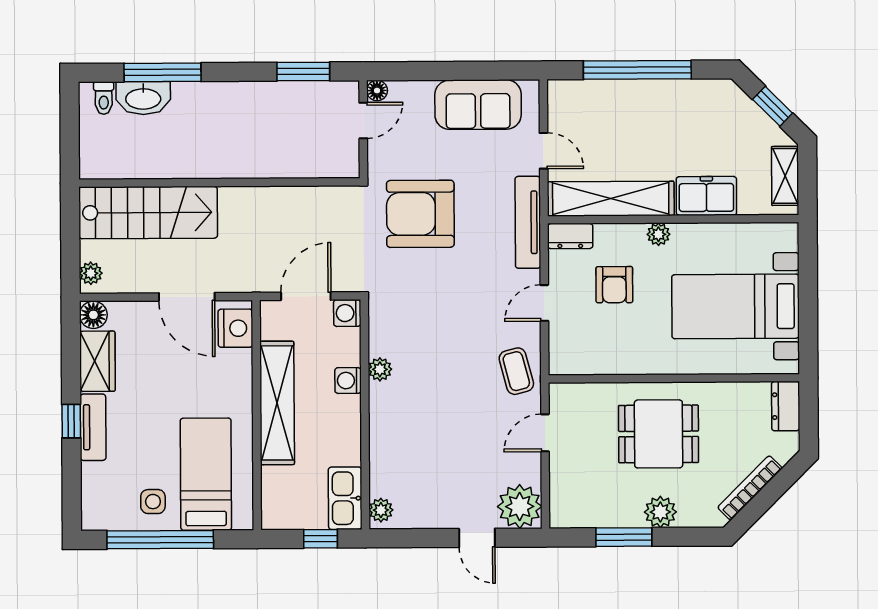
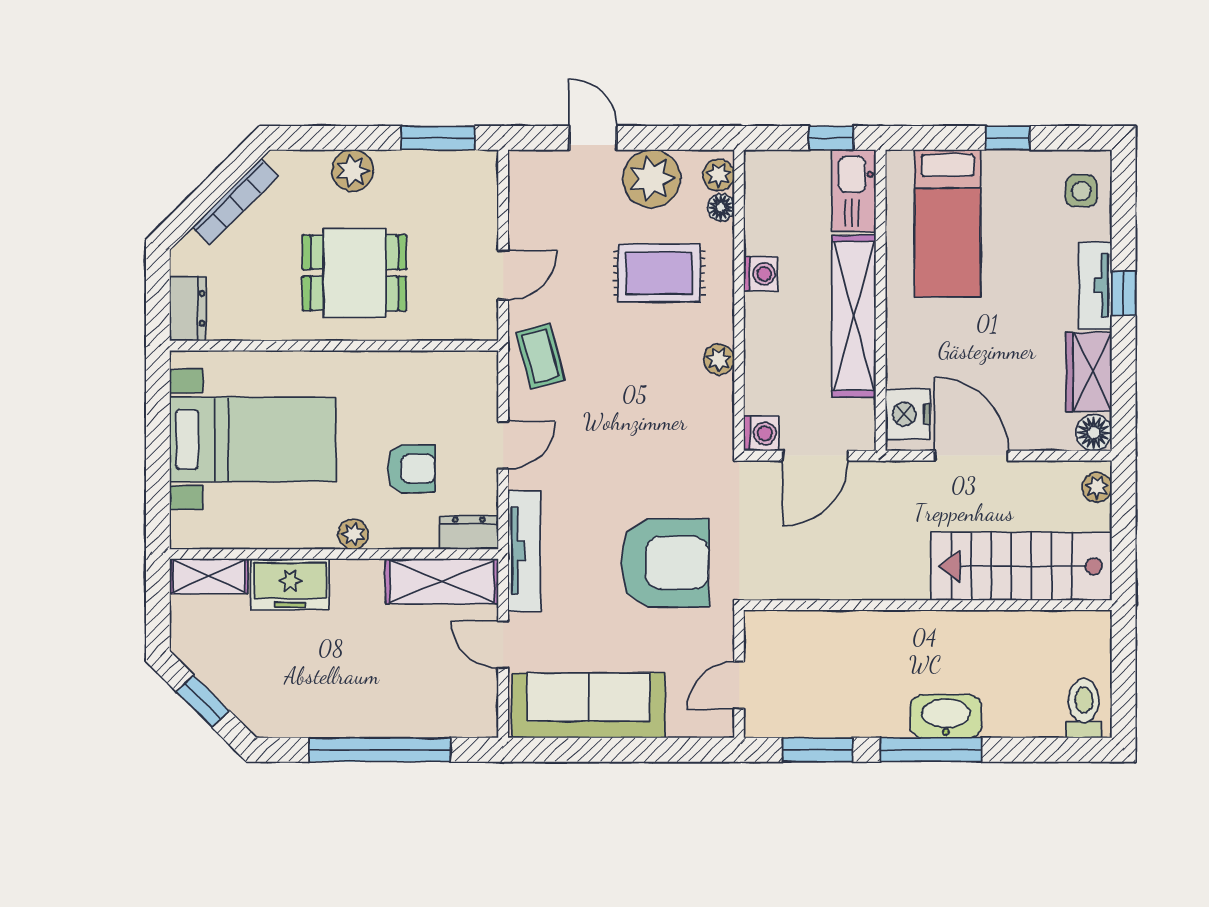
window: (162, 72) -> (931, 750), moved
floor lamp: (377, 91) -> (721, 207), moved
toilet: (104, 98) -> (1084, 708), width x1.37, depth x1.39
washbasin: (143, 98) -> (946, 716), moved
sofa: (478, 105) -> (589, 705), width x1.36
shelving: (785, 176) -> (209, 576), moved, turned 90
shelving: (611, 199) -> (442, 581), width x0.68
armchair: (614, 285) -> (411, 469), turned 90
washing machine: (348, 381) -> (761, 274), moved
rug: (426, 435) -> (659, 273), added
kitchen sink: (345, 498) -> (854, 191), moved, turned 180
side table: (153, 502) -> (1081, 191), moved
plant: (520, 506) -> (652, 179), moved
window: (624, 537) -> (438, 138), moved
window: (320, 539) -> (831, 138), moved
window: (160, 540) -> (1008, 138), width x0.32

